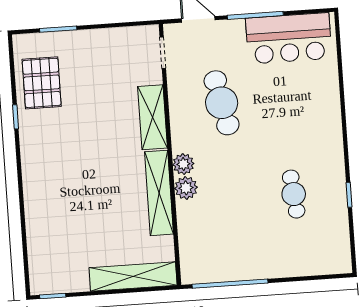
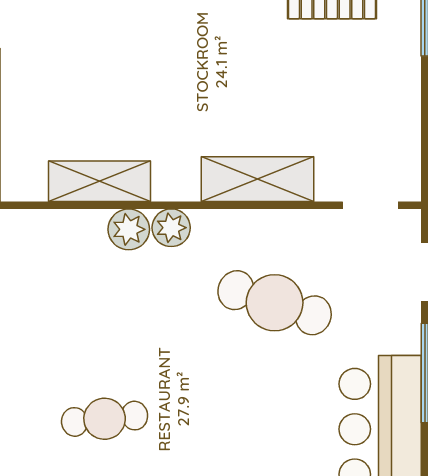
cafe table: (222, 103) -> (275, 303), turned 30
shelving: (159, 193) -> (99, 181), width x0.68

